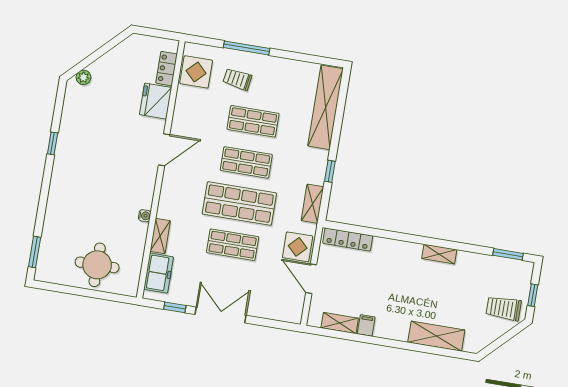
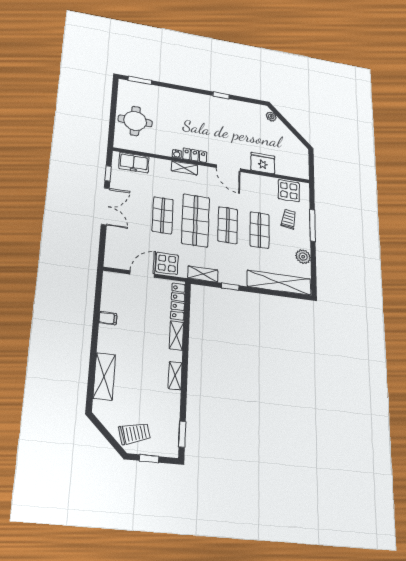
locker: (167, 69) -> (195, 155), moved
plant: (291, 69) -> (303, 257), added
shelving: (160, 236) -> (185, 168), moved
trolley: (504, 308) -> (135, 433), turned 74
shelving: (340, 323) -> (176, 335), moved

